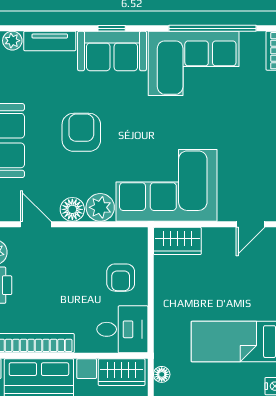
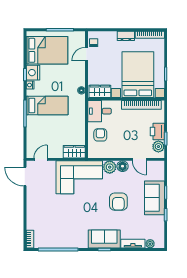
corner sofa: (194, 63) -> (67, 233), removed

